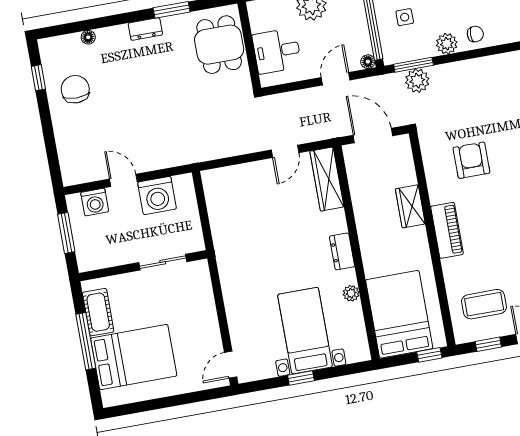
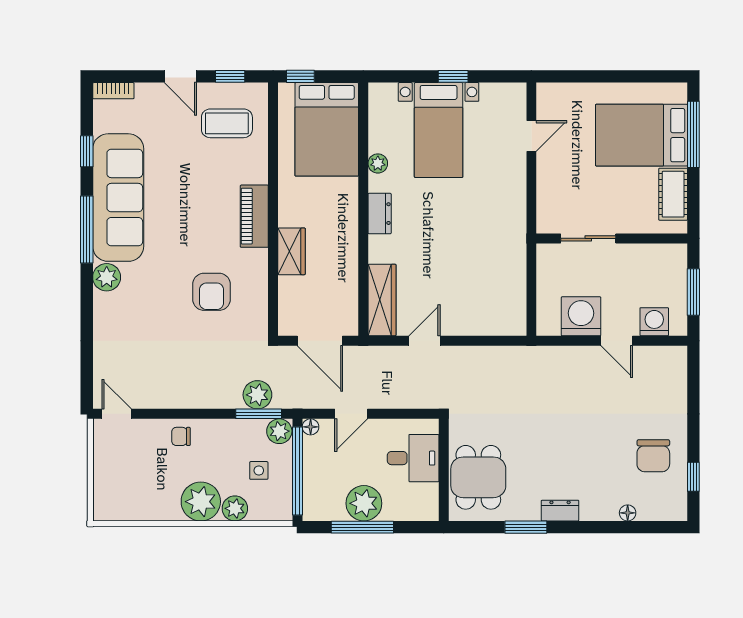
plant: (447, 44) -> (279, 431), moved
window: (86, 341) -> (693, 134), moved
door: (231, 365) -> (531, 136), moved

